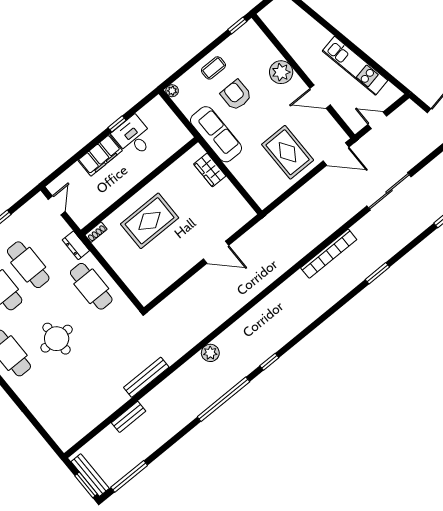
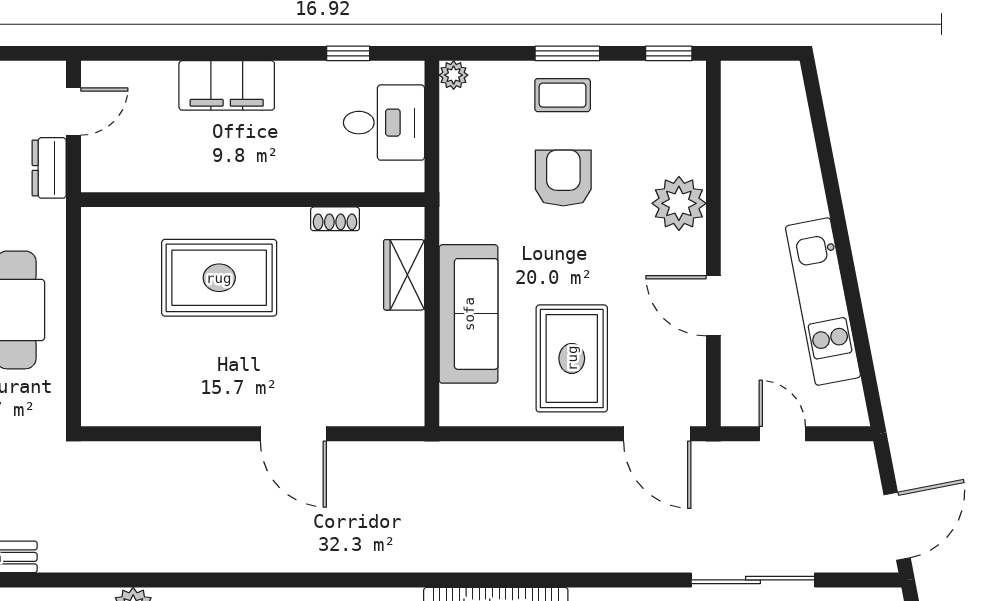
window: (204, 53) -> (567, 53), added
window: (117, 124) -> (348, 53), moved
sofa: (216, 134) -> (469, 314), moved
desk: (133, 137) -> (384, 123), moved, turned 90
sliding door: (389, 191) -> (753, 580), moved
shoe rack: (96, 232) -> (335, 219), moved
dresser: (76, 245) -> (49, 168), moved

